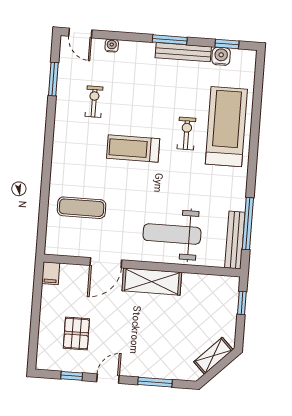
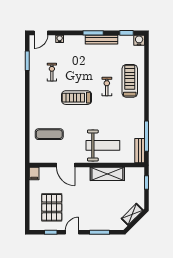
door: (80, 33) -> (41, 33), hinge flipped
water cooler: (221, 56) -> (139, 40), moved
treadmill: (226, 127) -> (130, 81), width x0.73, depth x0.73
weight bench: (172, 234) -> (103, 145), turned 180
bench: (235, 240) -> (140, 151), width x0.73
door: (106, 263) -> (66, 165), hinge flipped
shelving: (152, 282) -> (107, 174), moved
pallet: (76, 333) -> (52, 207), width x1.50, depth x1.42

